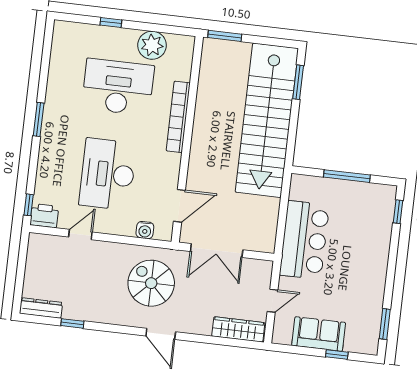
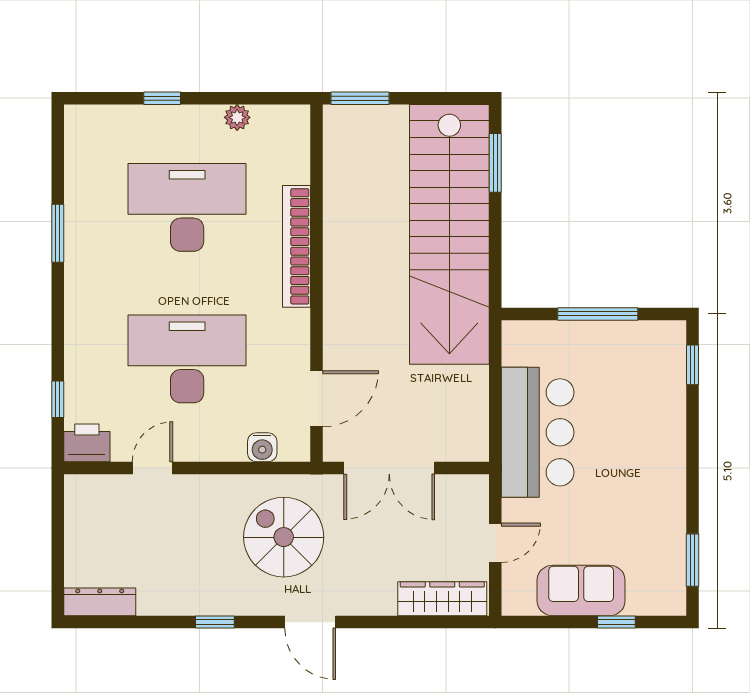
plant: (152, 45) -> (237, 117), width x0.53, depth x0.53
window: (39, 119) -> (58, 233), moved
desk: (108, 174) -> (187, 359), turned 90
window: (29, 205) -> (58, 399), moved
window: (72, 323) -> (215, 622), moved

